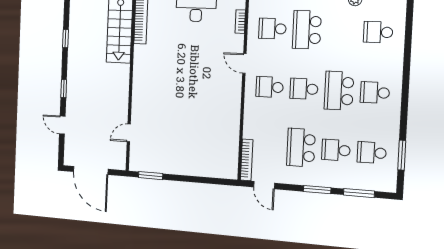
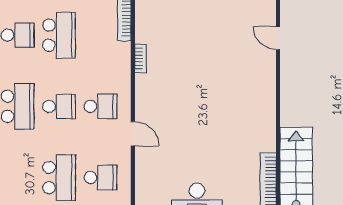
bookcase: (240, 22) -> (141, 58), moved
door: (129, 133) -> (278, 38), swing flipped

